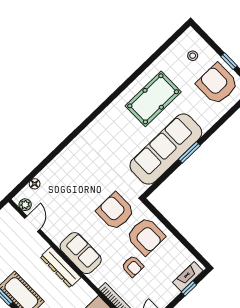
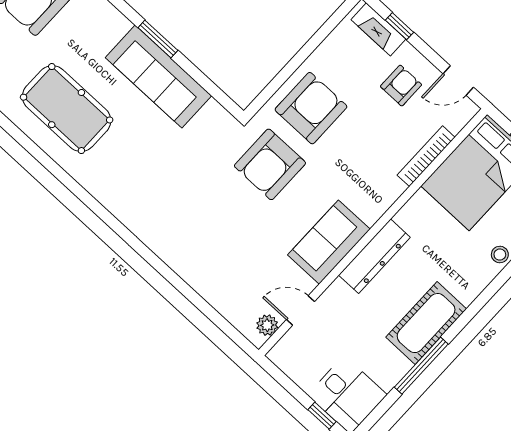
sofa: (166, 149) -> (159, 77), width x0.74, depth x0.79
floor lamp: (35, 184) -> (229, 310), removed
sofa: (81, 253) -> (329, 242), moved
armchair: (133, 266) -> (401, 86), moved

